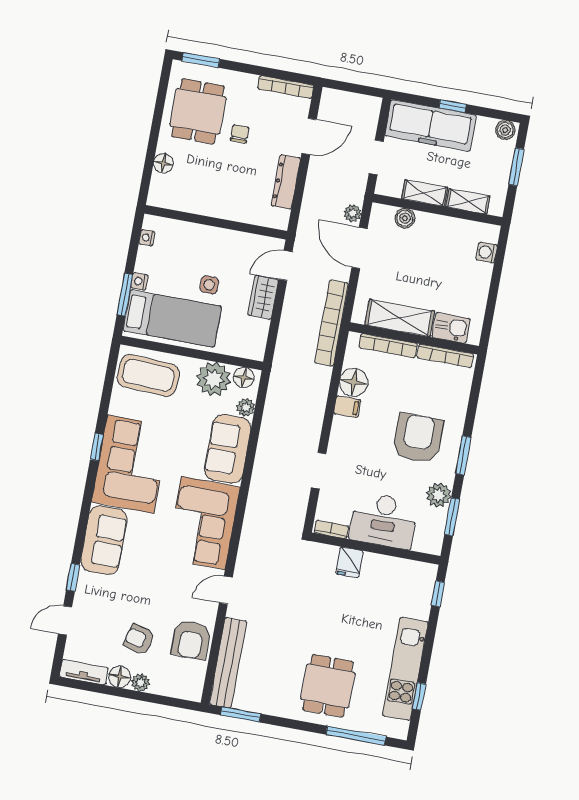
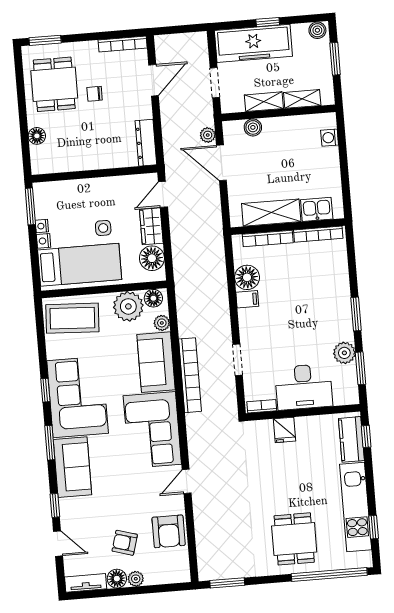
chair: (240, 134) -> (95, 94), turned -90
dresser: (286, 182) -> (146, 143), moved
nightstand: (147, 238) -> (42, 226), moved
window: (125, 295) -> (30, 206), moved
bookcase: (332, 323) -> (190, 375), moved, turned 180
floor lamp: (254, 333) -> (152, 258), added
armchair: (418, 438) -> (314, 310), removed
window: (86, 506) -> (50, 443), added
kitchen counter: (421, 593) -> (351, 439), added
door: (65, 620) -> (58, 544), swing flipped
bench: (228, 663) -> (205, 542), removed
window: (356, 736) -> (329, 574), width x1.46

